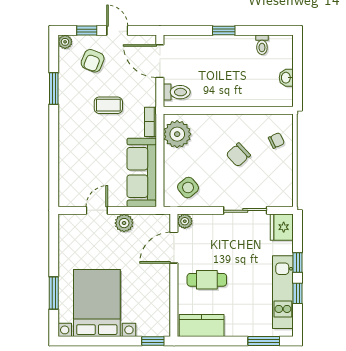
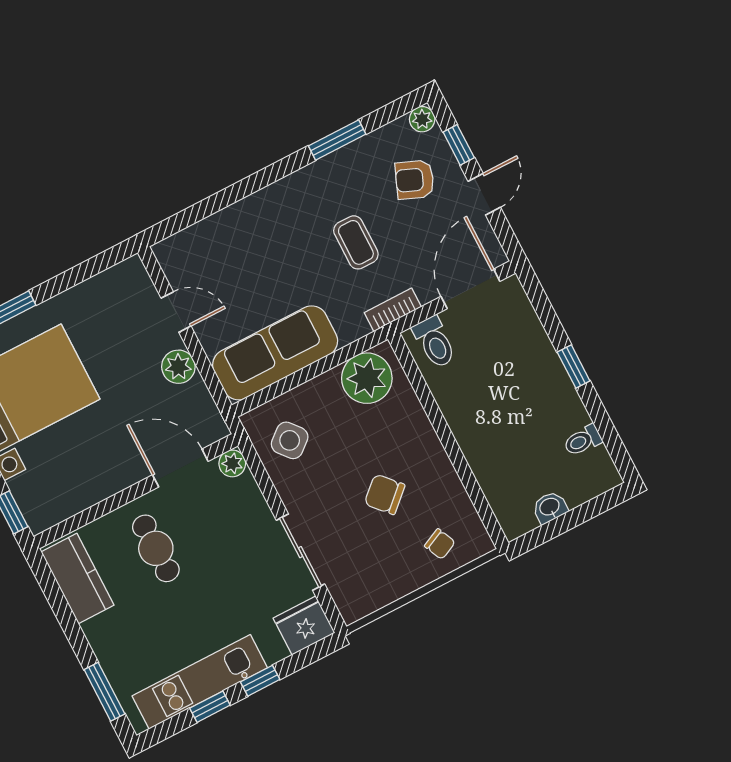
bookcase: (150, 122) -> (393, 310), moved

